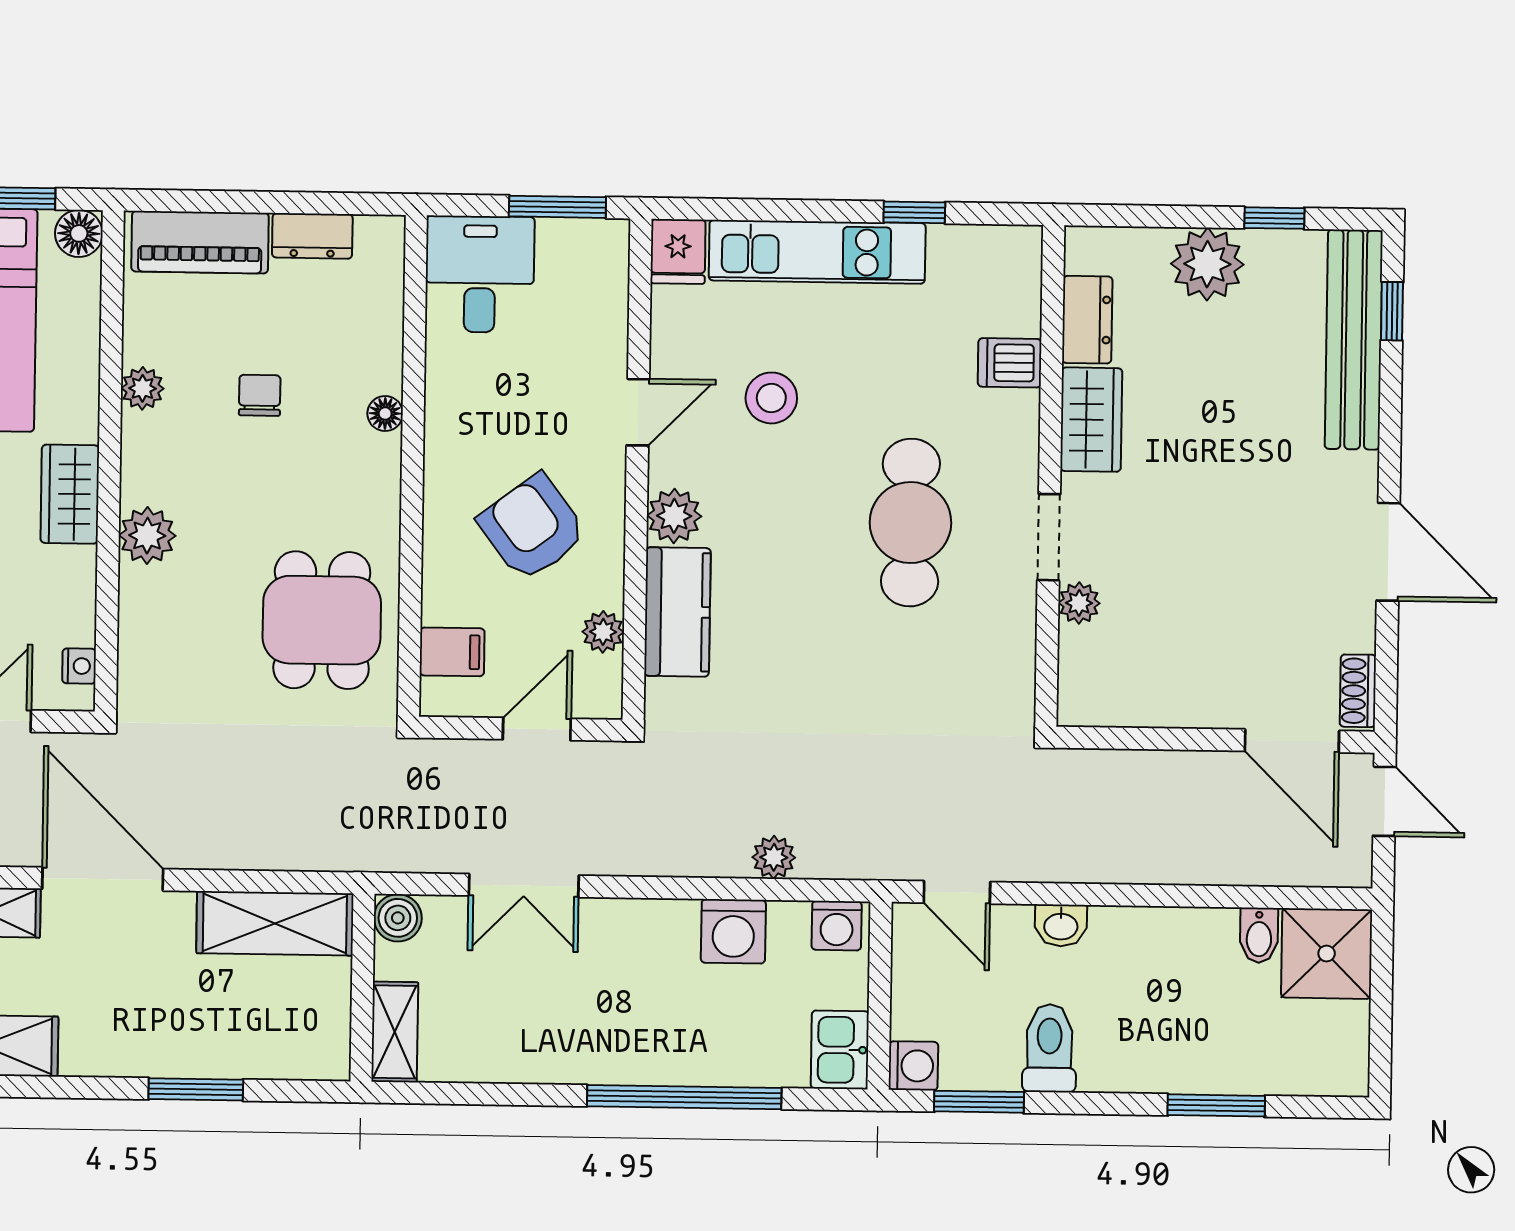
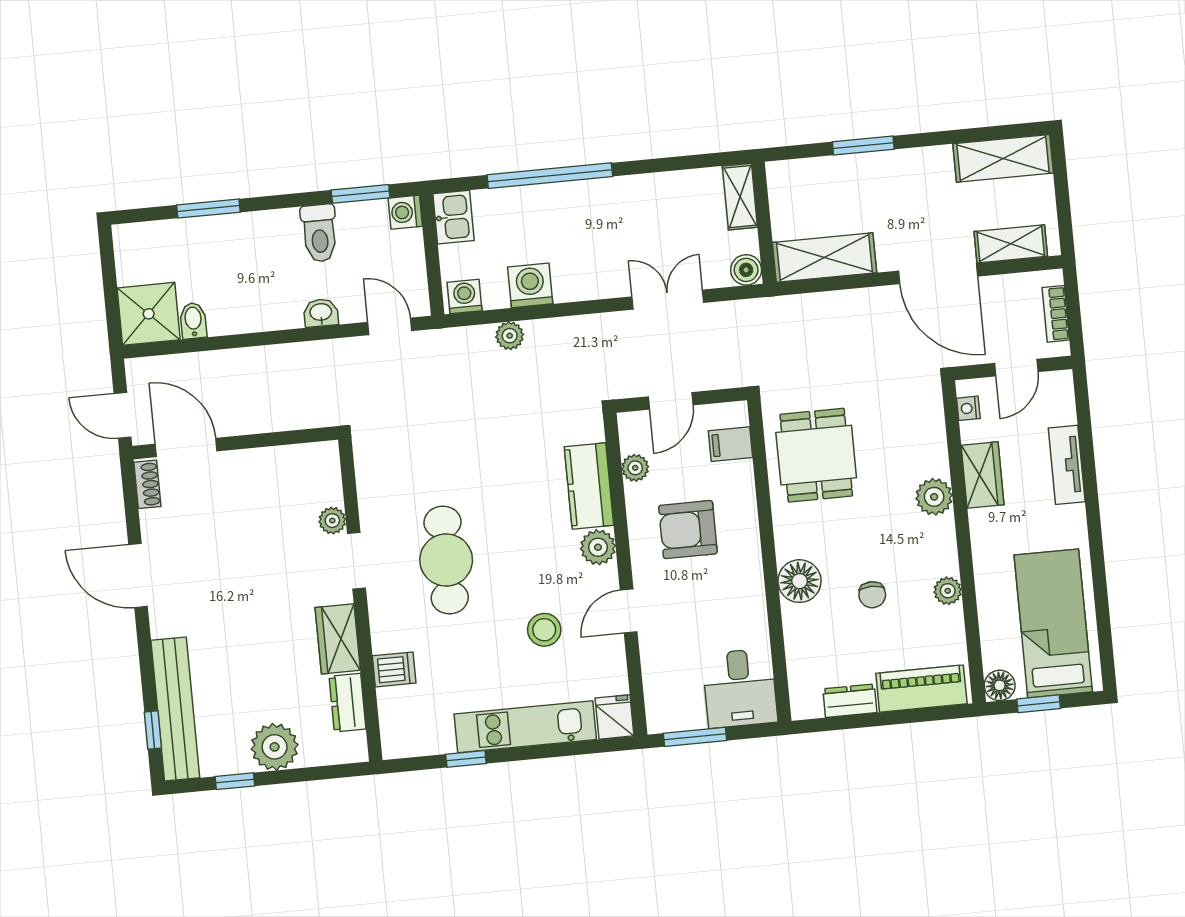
floor lamp: (385, 413) -> (800, 581), width x1.89, depth x1.89
wardrobe: (70, 494) -> (983, 475), moved
armchair: (532, 528) -> (688, 530), turned 127

